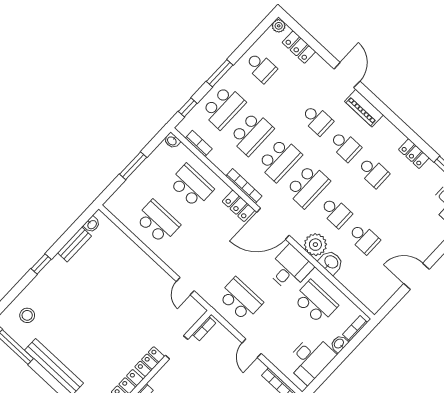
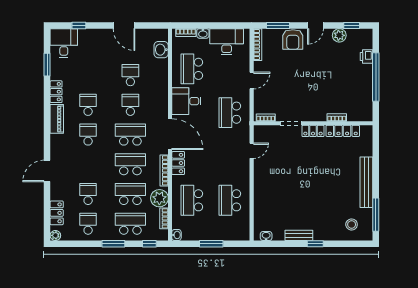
piano: (364, 108) -> (57, 119), moved
school desk: (317, 120) -> (88, 194), moved
bench: (74, 244) -> (299, 235), moved
plant: (315, 245) -> (159, 198), moved
washbasin: (331, 262) -> (161, 50), moved

